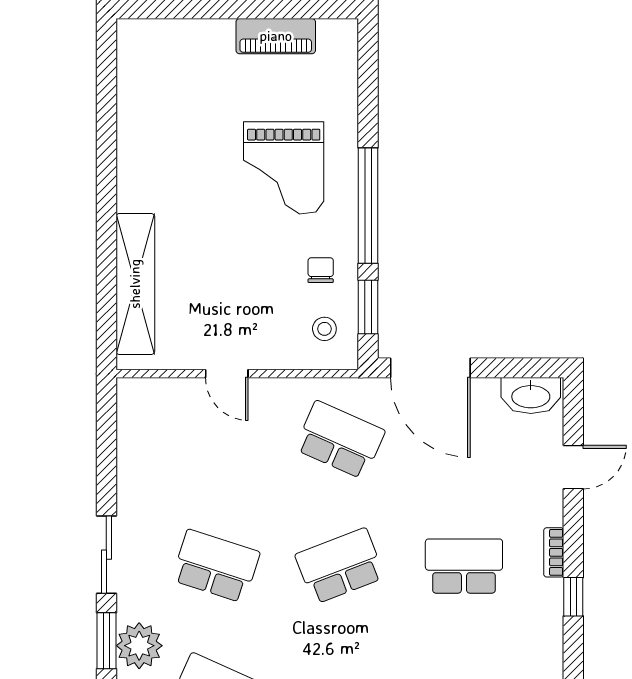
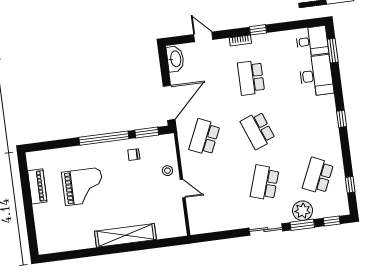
grand piano: (284, 168) -> (83, 187), moved
shelving: (135, 284) -> (125, 235), moved
stool: (324, 329) -> (167, 171), moved
door: (227, 374) -> (183, 189), hinge flipped

